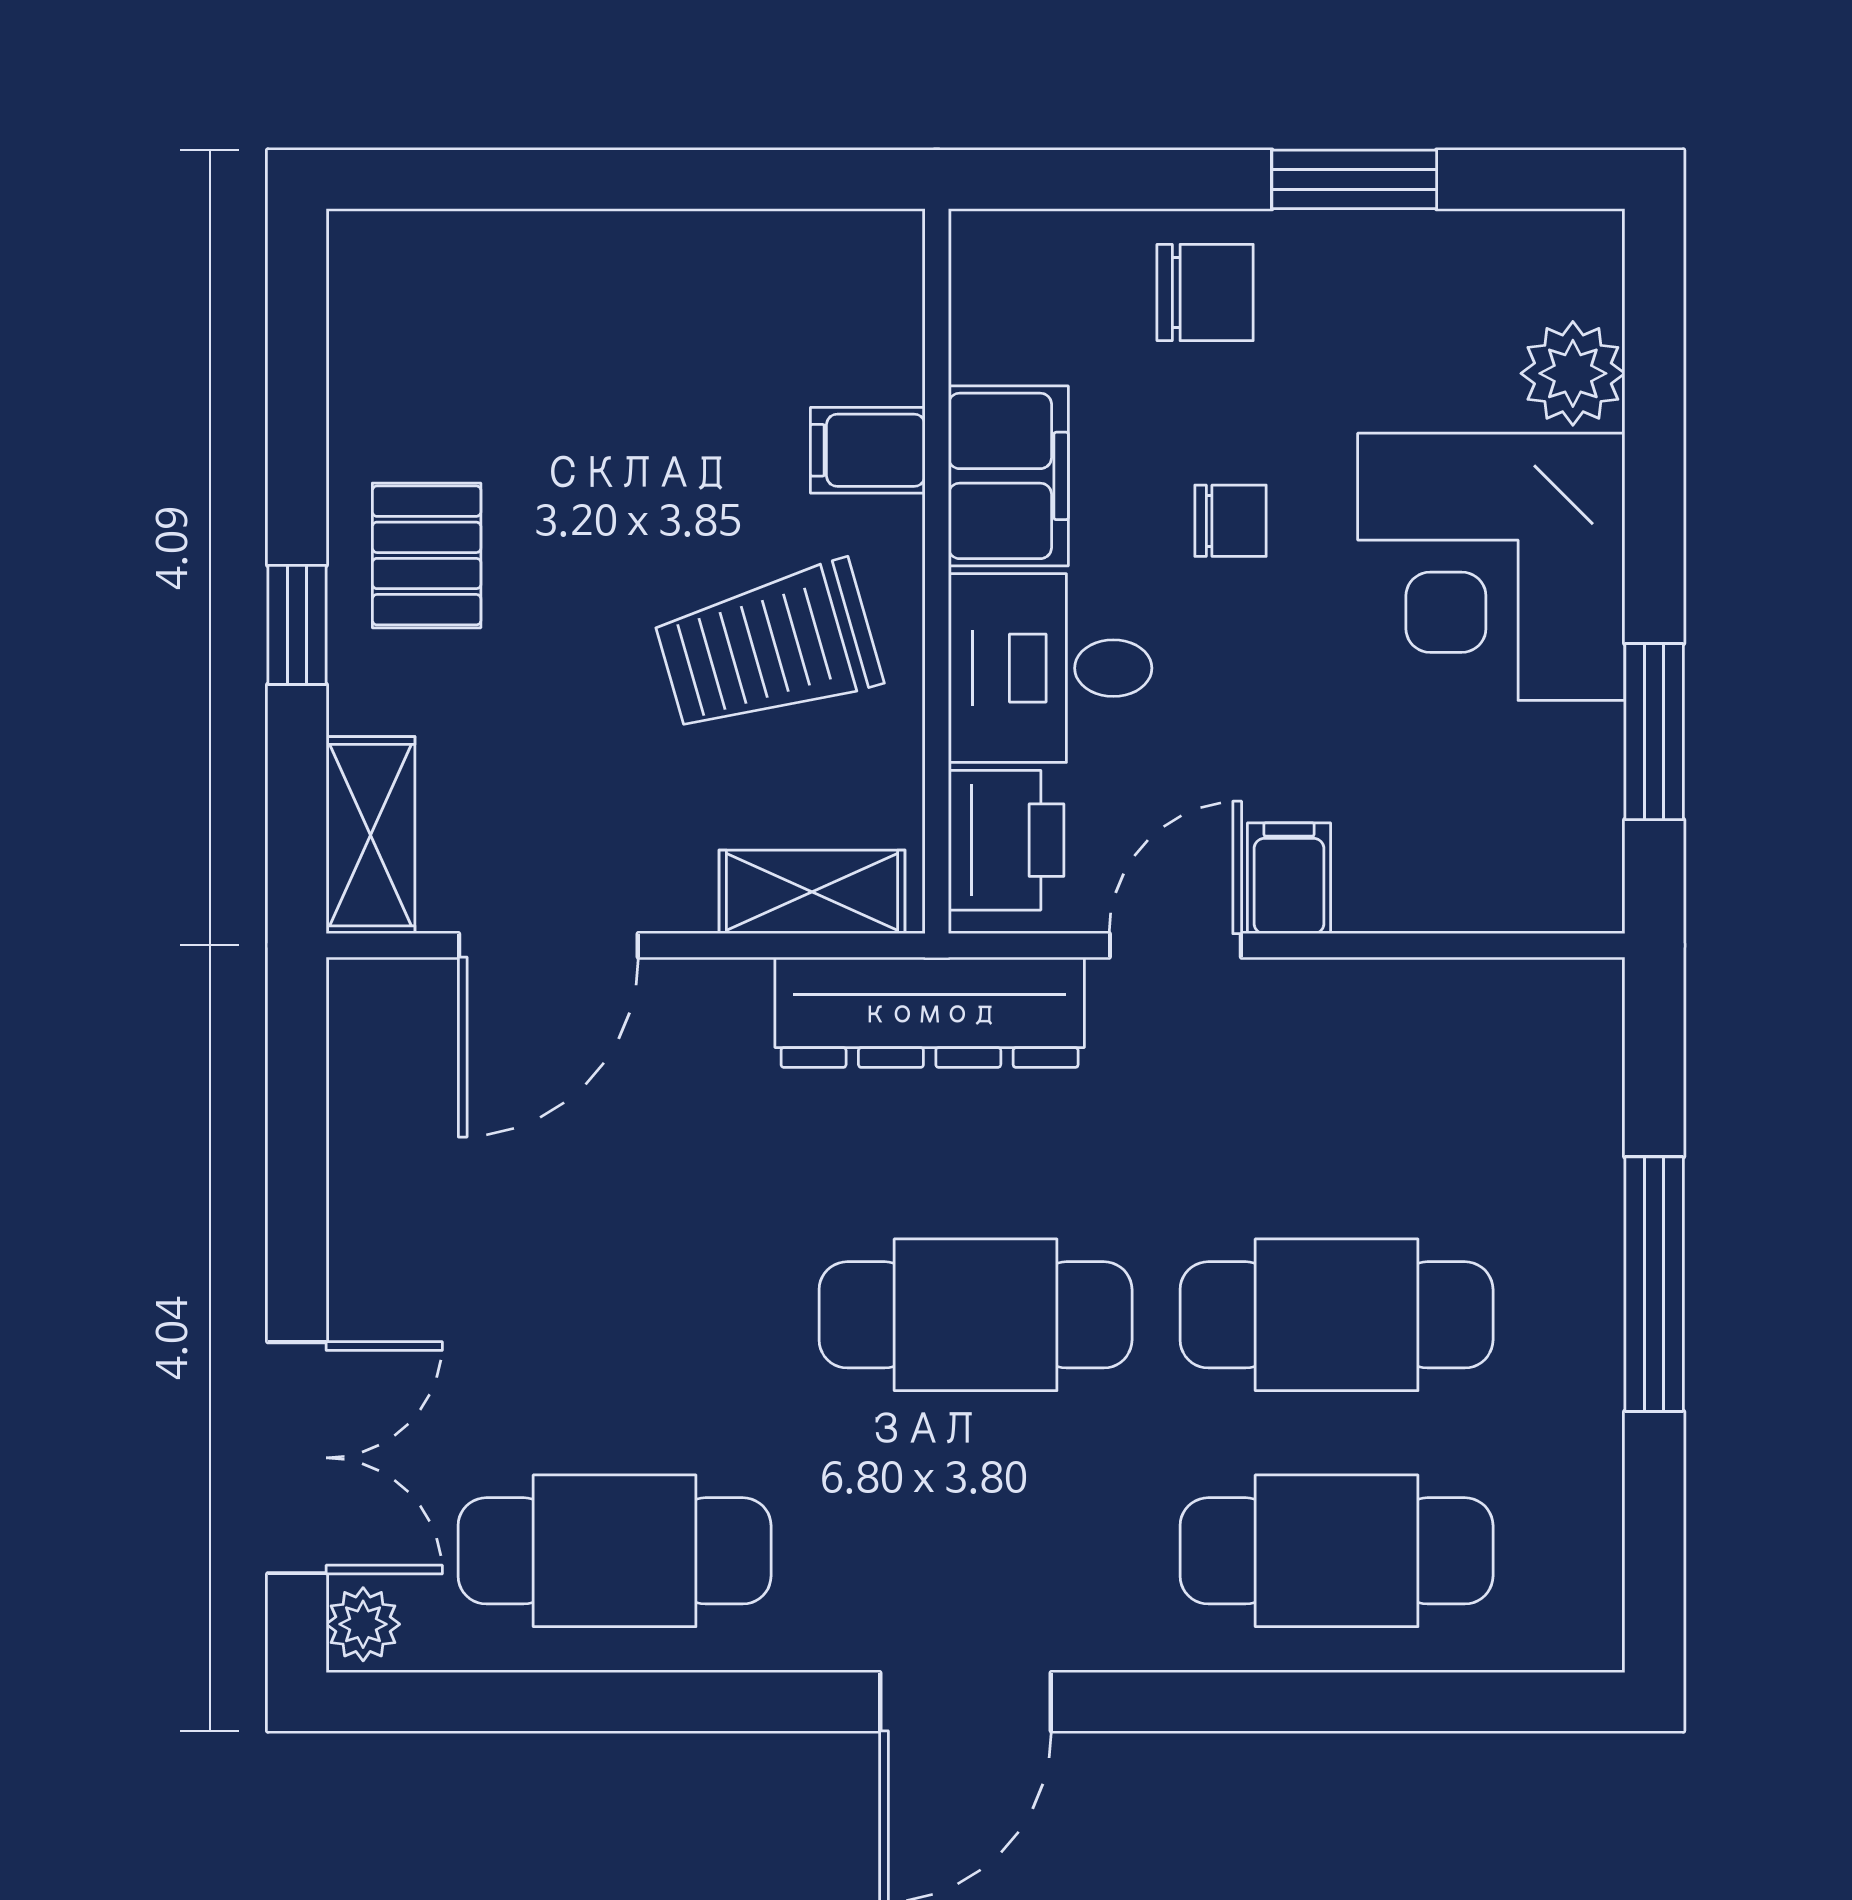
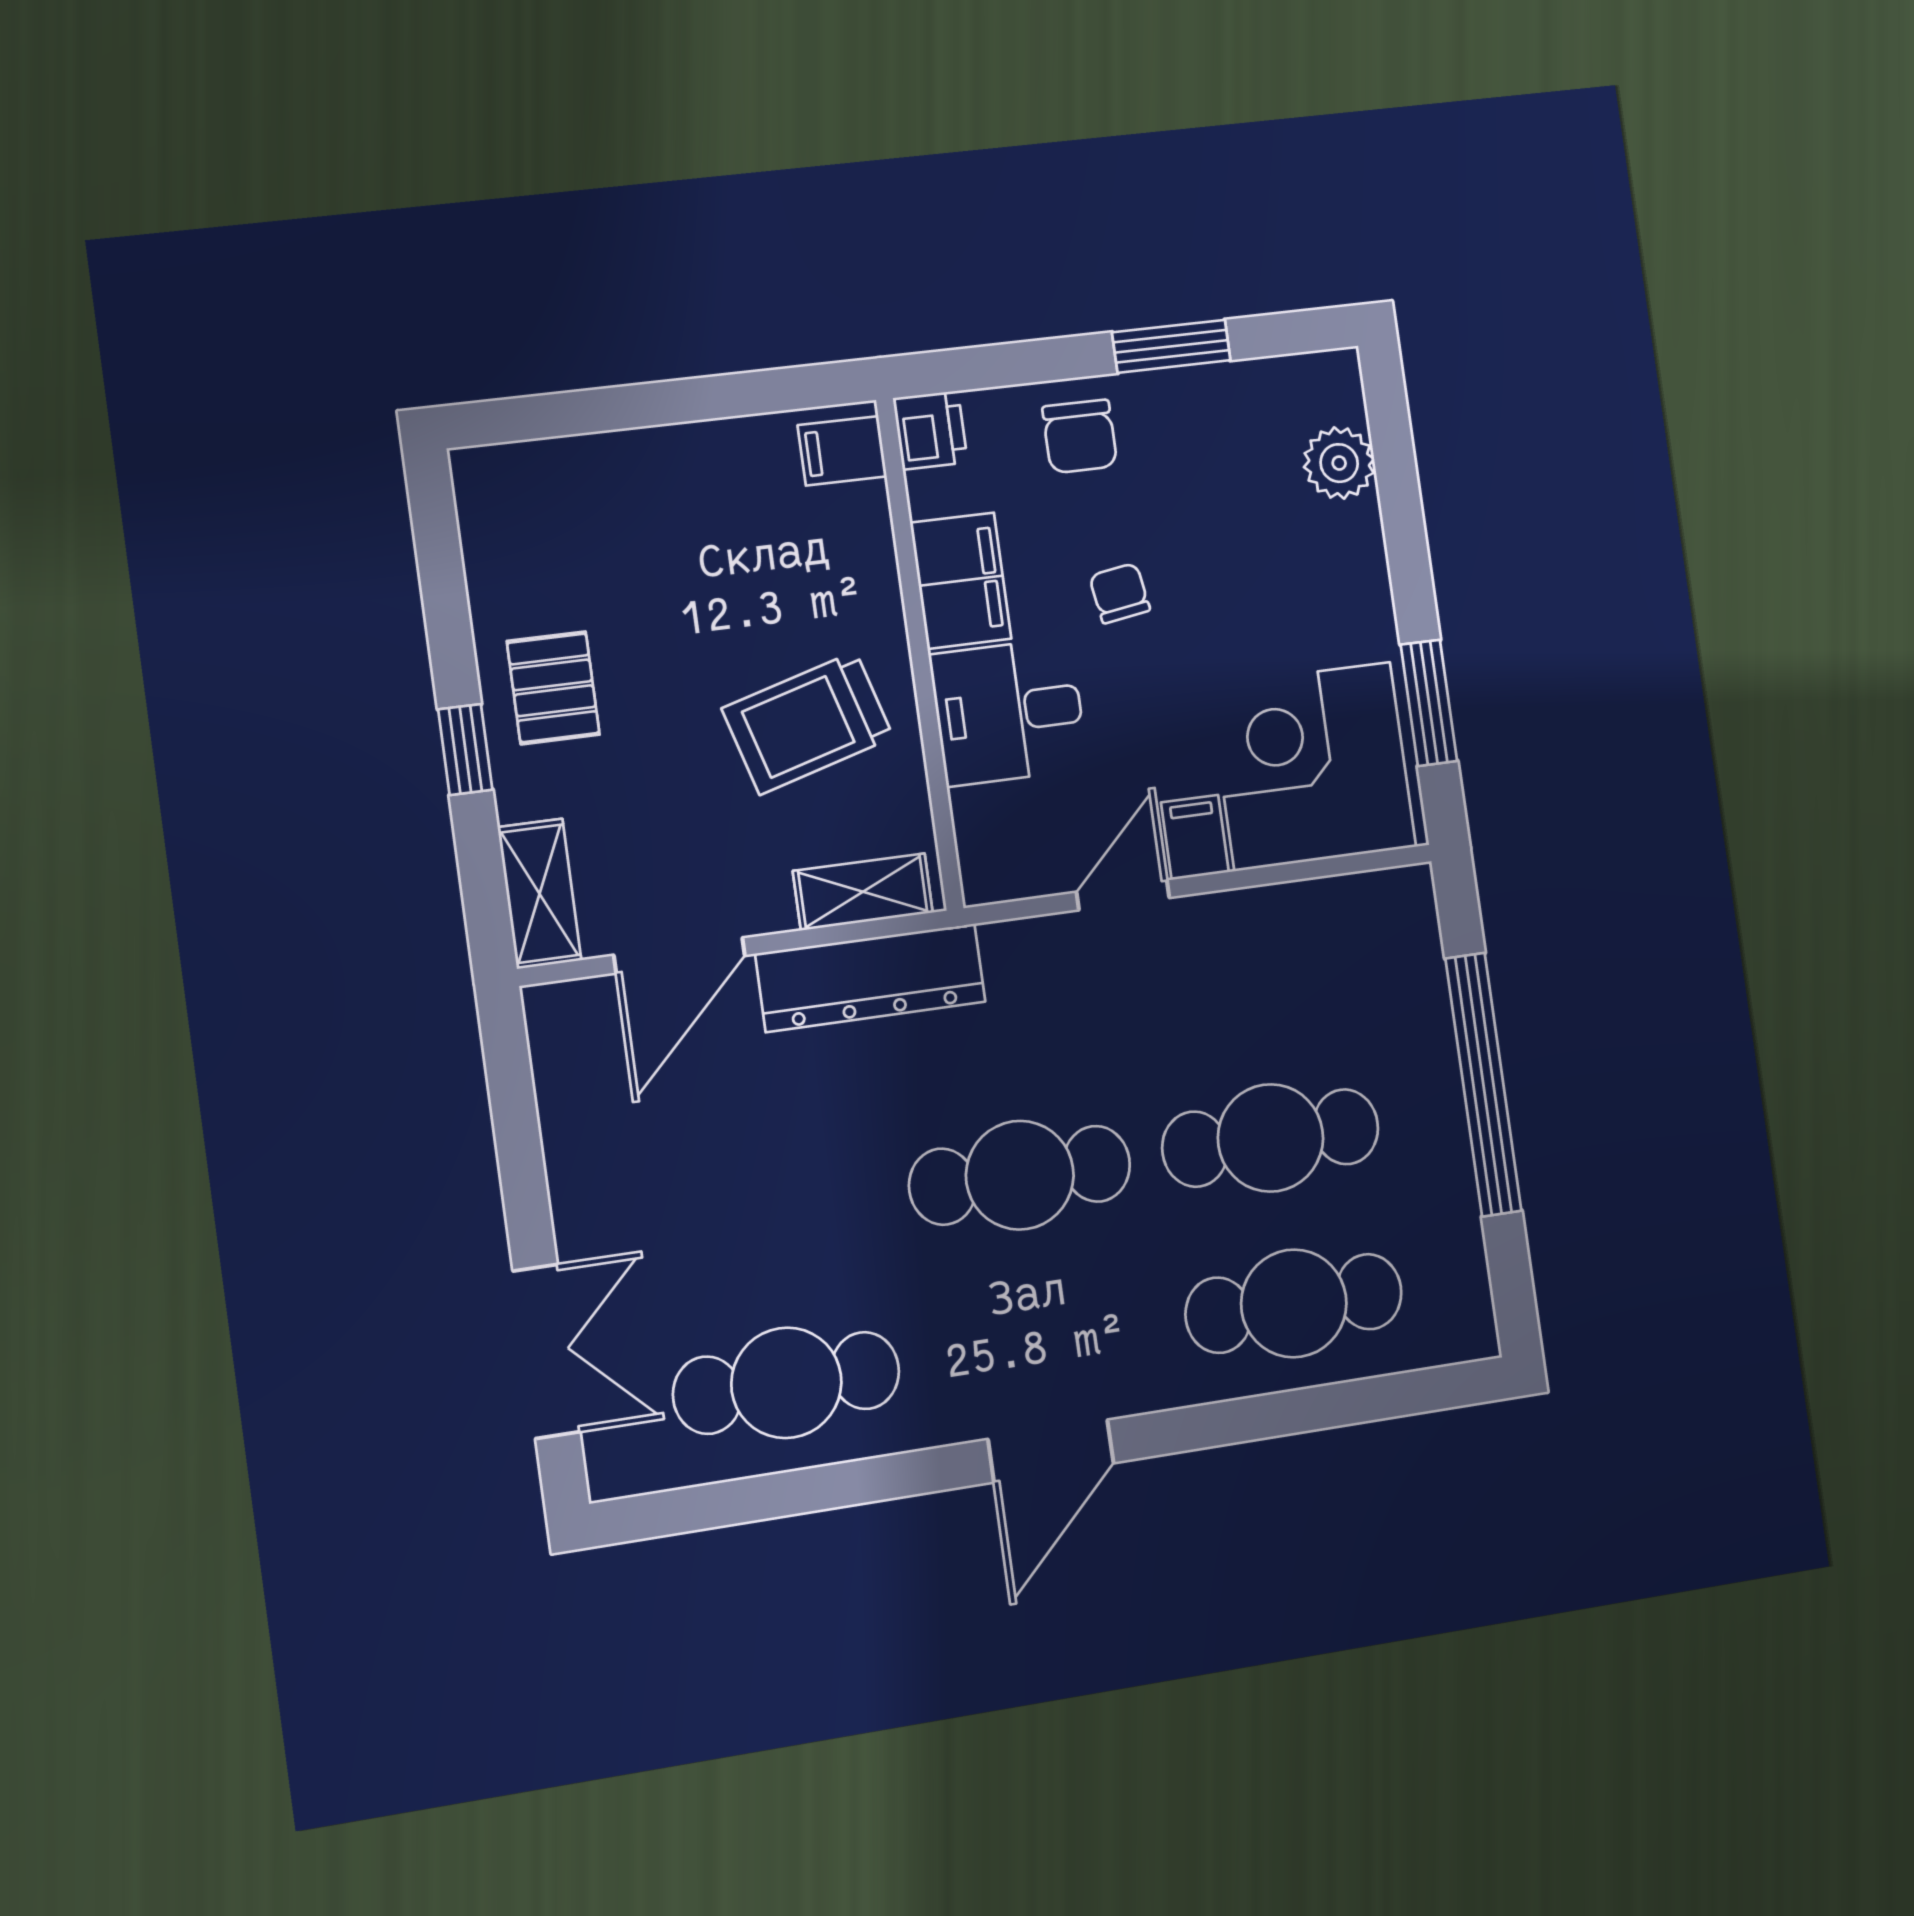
chair: (1205, 292) -> (1080, 436), turned 90
filing cabinet: (868, 450) -> (842, 451), moved
chair: (1230, 521) -> (1120, 593), turned -99
corner desk: (1491, 567) -> (1312, 766), moved, turned 90
printer: (1006, 840) -> (930, 430), moved, width x0.73, depth x0.81
dresser: (930, 1012) -> (871, 978), moved
window: (1654, 1284) -> (1483, 1085), width x1.46
plant: (363, 1624) -> (611, 1465), removed

